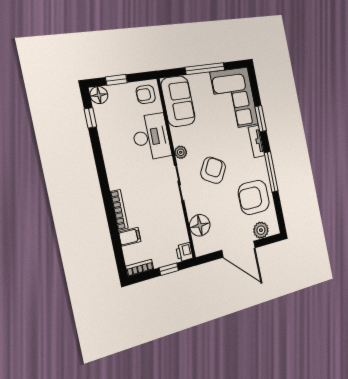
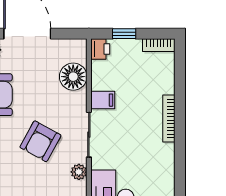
filing cabinet: (130, 237) -> (103, 100), moved, turned 180

